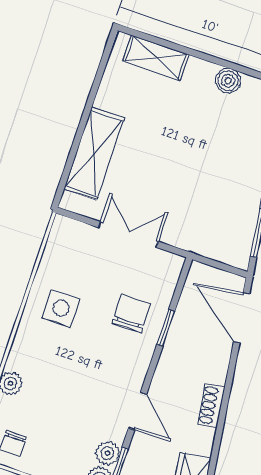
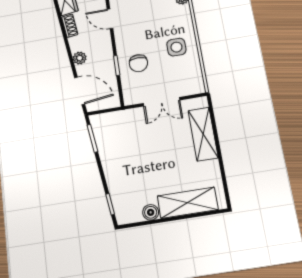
shelving: (156, 58) -> (188, 203), width x1.50, depth x1.33
plant: (216, 371) -> (80, 58), added
shoe rack: (211, 405) -> (70, 26), moved

